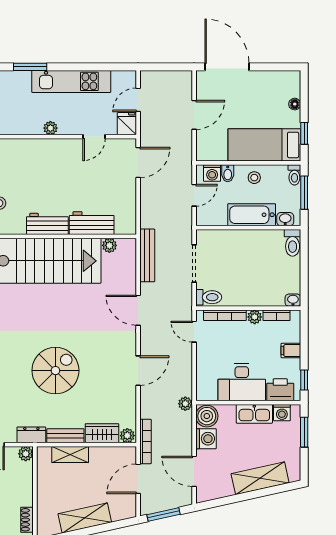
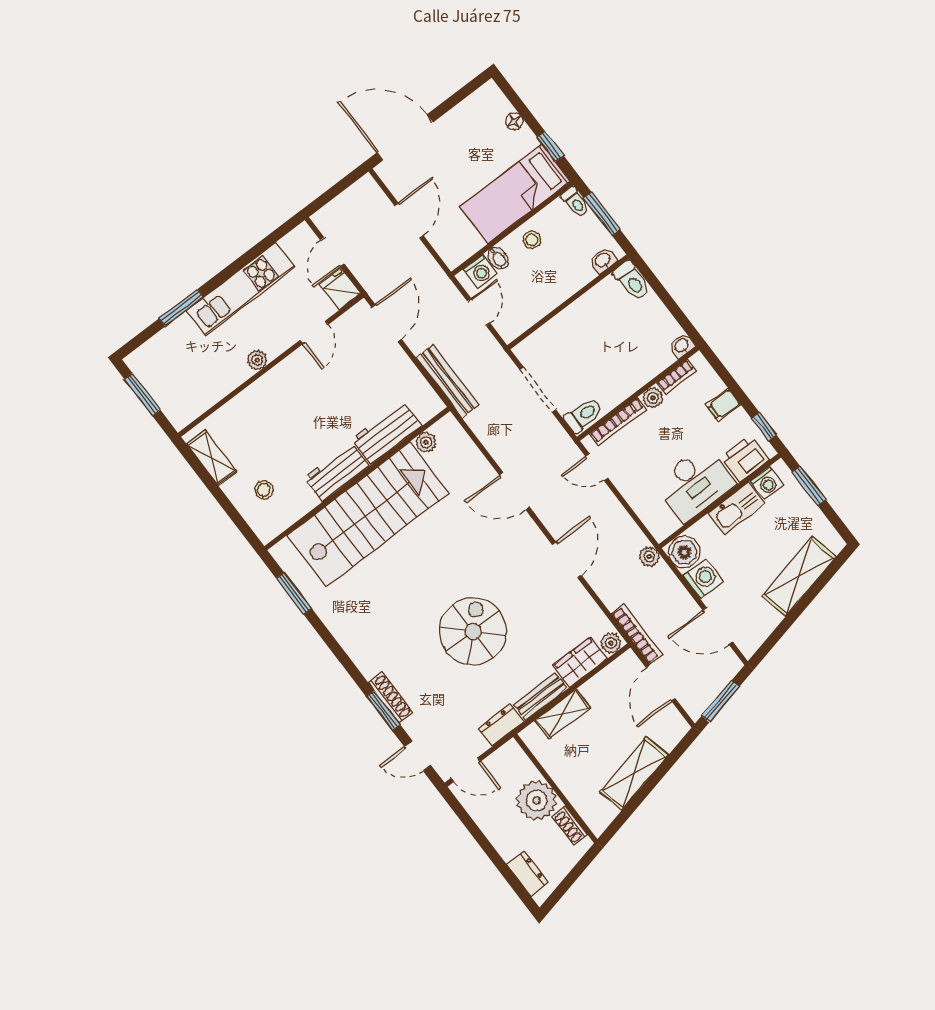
bathtub: (252, 215) -> (561, 284), removed
bench: (147, 255) -> (447, 381), moved
plant: (26, 454) -> (537, 801), moved, width x1.88, depth x1.88

